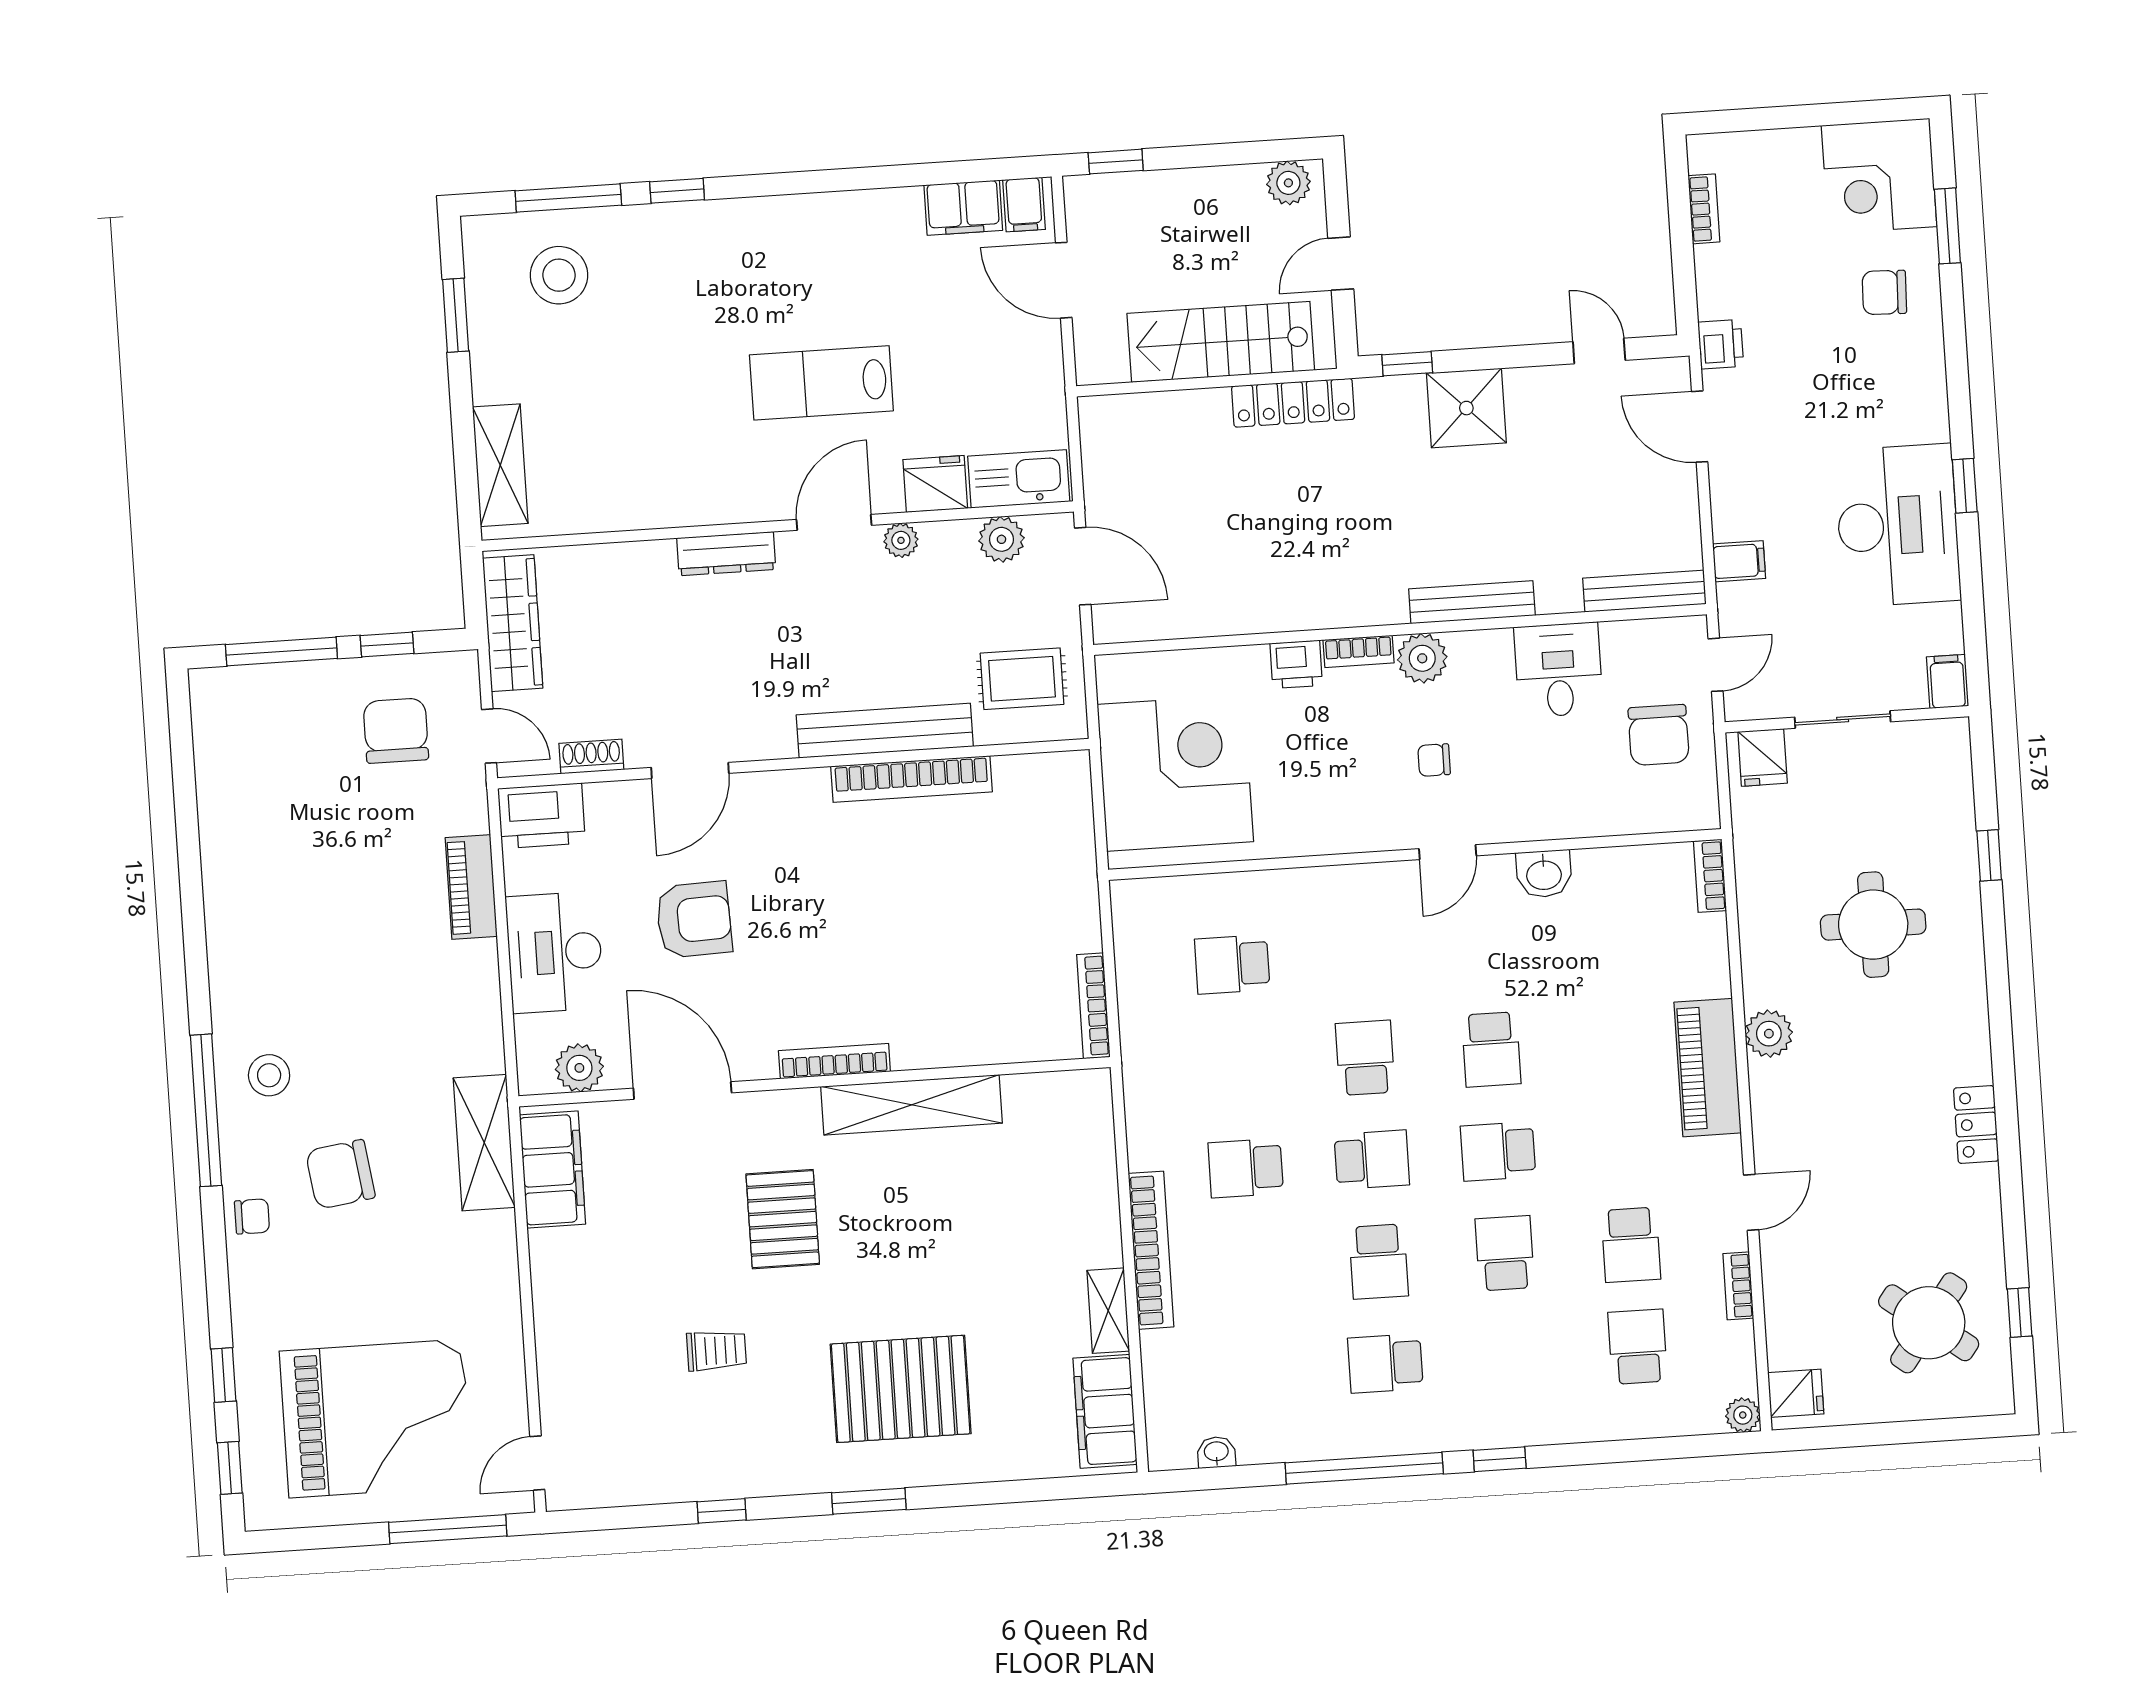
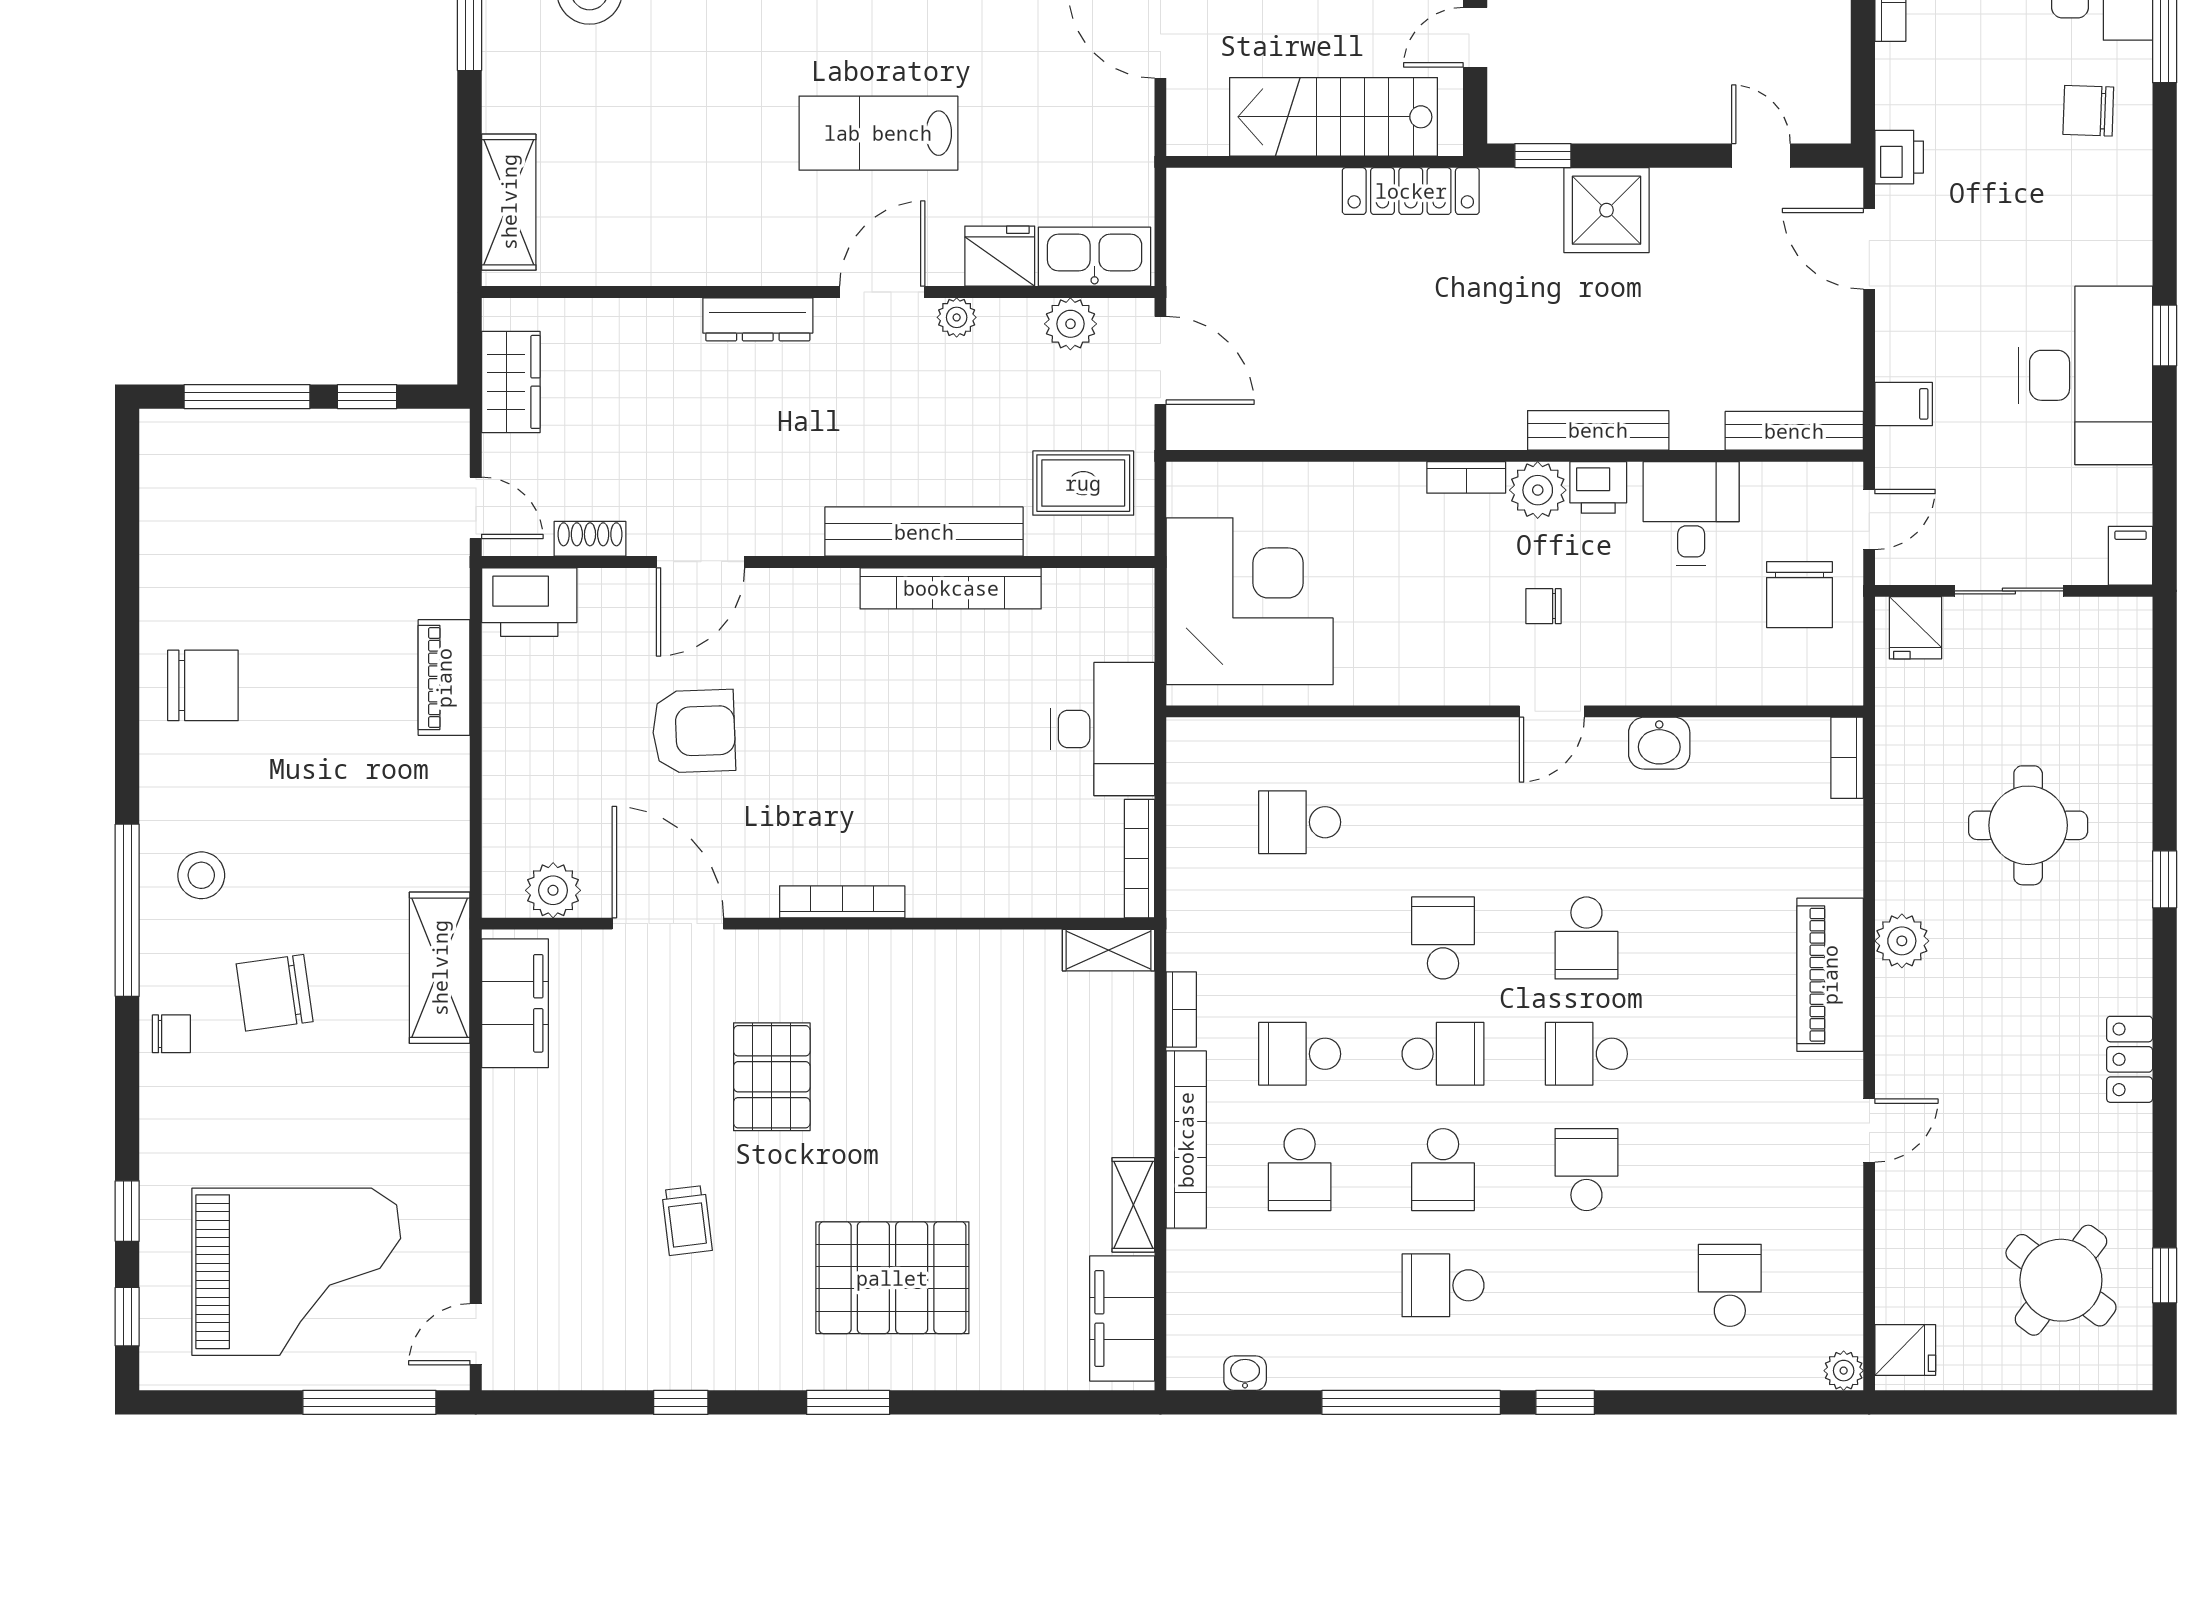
wardrobe: (513, 623) -> (511, 382), width x0.67
printer: (1296, 664) -> (1598, 487), moved
chair: (396, 731) -> (203, 685), moved, turned 90
window: (1989, 855) -> (2165, 879), moved
desk: (555, 952) -> (1102, 729), moved, turned 180
shelving: (911, 1105) -> (1108, 950), moved, width x0.45, depth x0.75
school desk: (1631, 1245) -> (1300, 1170), moved
bookcase: (1738, 1286) -> (1181, 1009), moved, turned 180
trolley: (716, 1350) -> (687, 1220), turned 83

